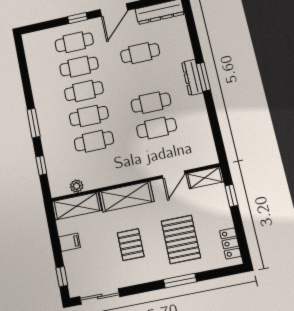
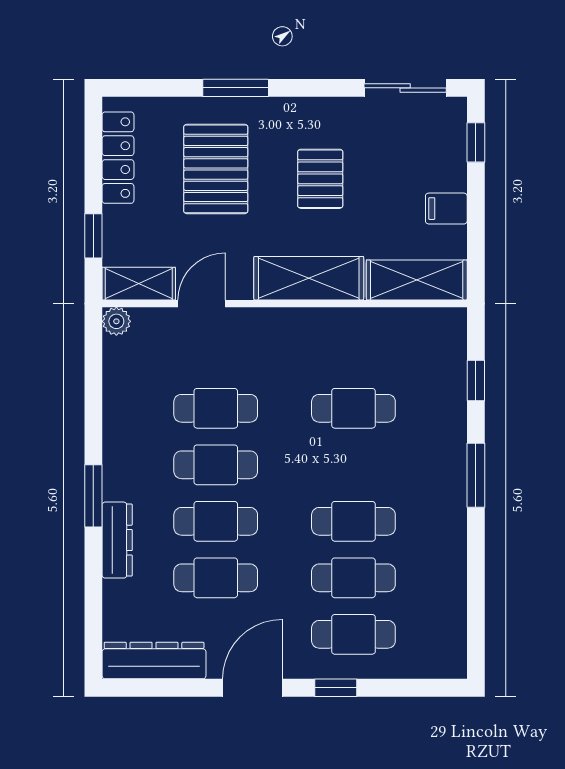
dresser: (192, 77) -> (117, 540), moved
cafe table: (89, 116) -> (216, 521), moved
plant: (77, 186) -> (116, 321), moved
locker: (230, 243) -> (118, 158), width x1.53

